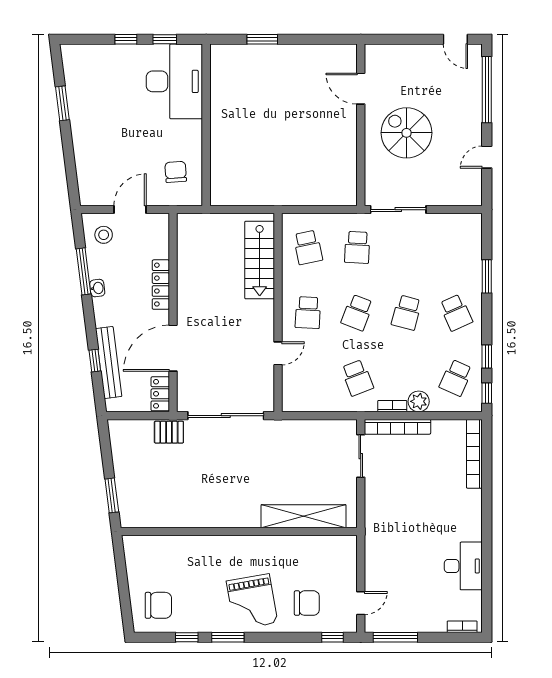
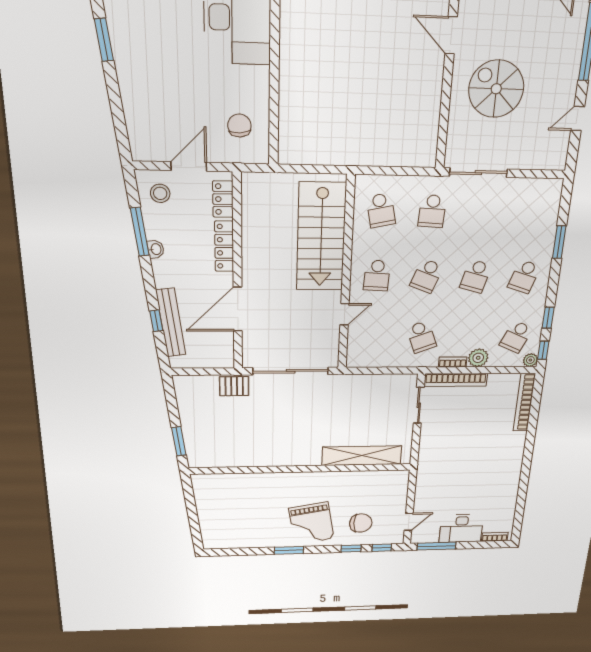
stairs: (260, 260) -> (321, 237), width x1.36, depth x1.51
school desk: (456, 313) -> (524, 277), turned 42
locker: (160, 394) -> (223, 199), moved
plant: (474, 404) -> (530, 360), added
desk: (463, 566) -> (461, 528), moved, turned 90
chair: (158, 605) -> (226, 528), removed
window: (187, 637) -> (351, 549), moved

